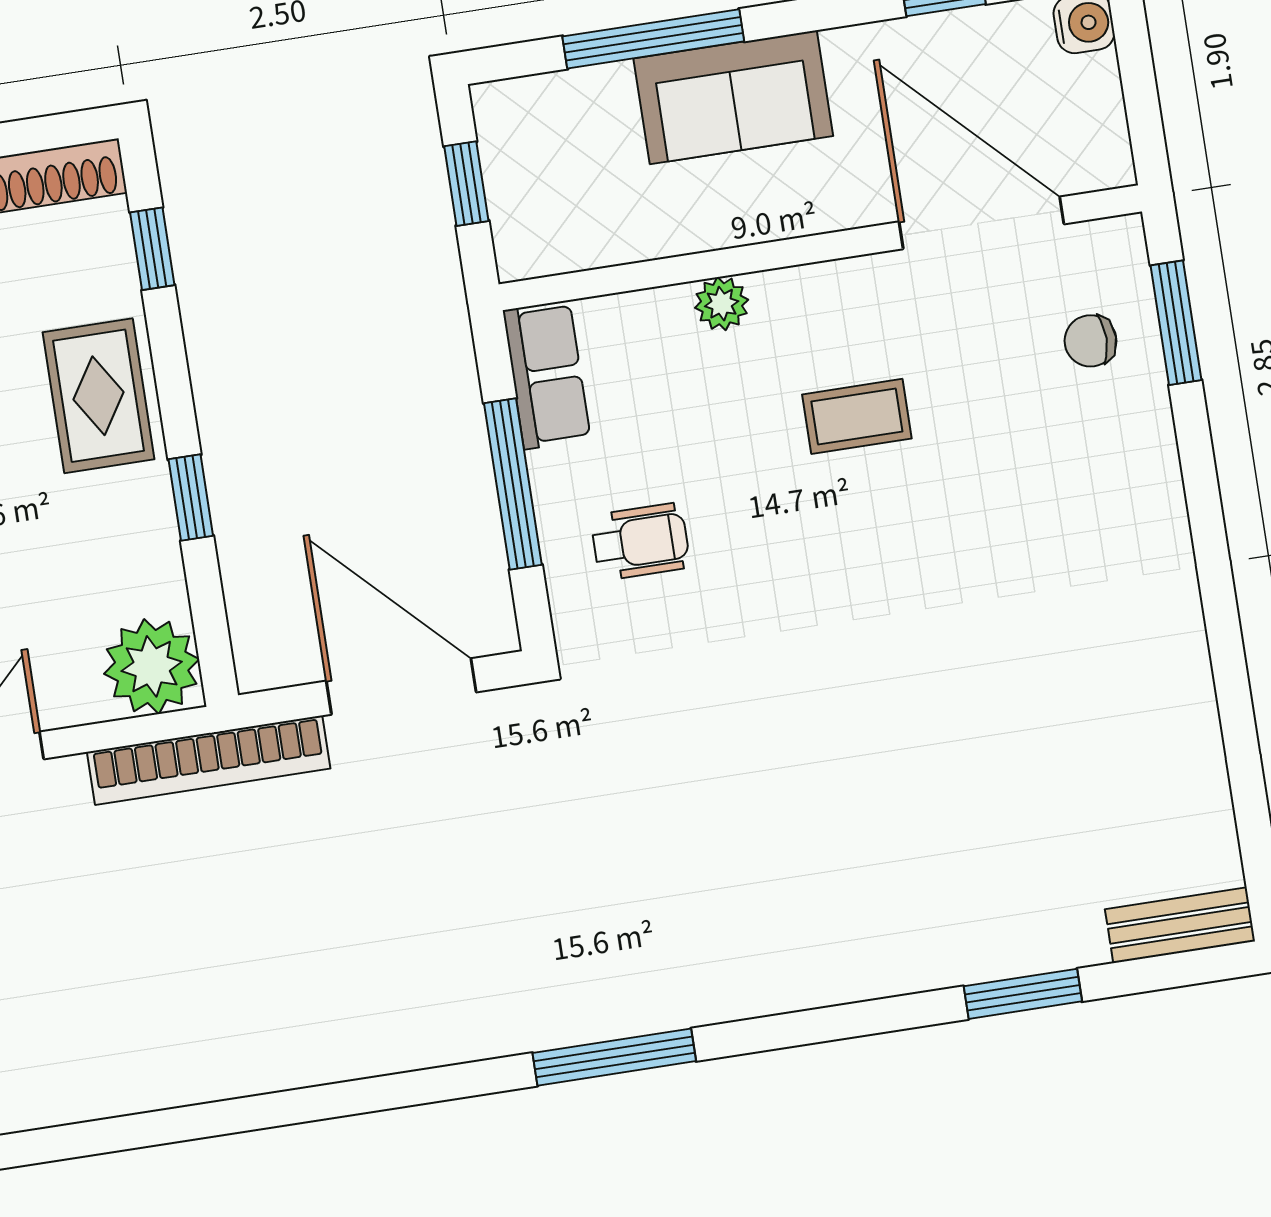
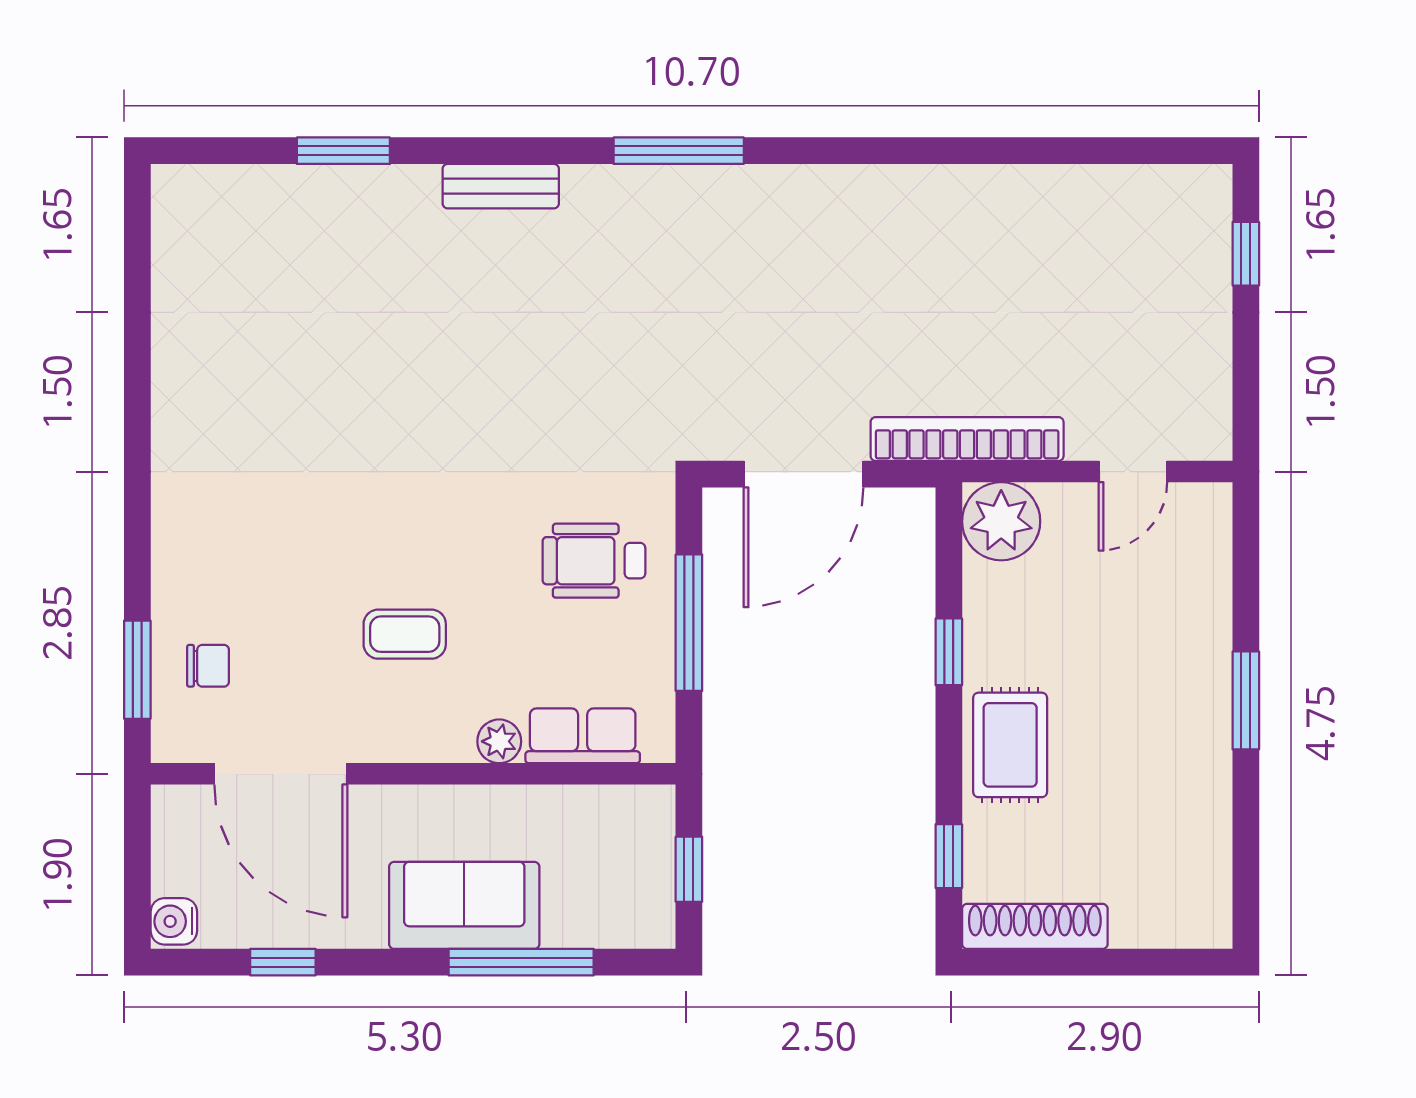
row of seats: (547, 375) -> (583, 736), moved, turned 90
wheelchair: (640, 542) -> (594, 561), width x1.36, depth x1.37
door: (401, 687) -> (803, 474), hinge flipped
bench: (1180, 925) -> (501, 186), moved

